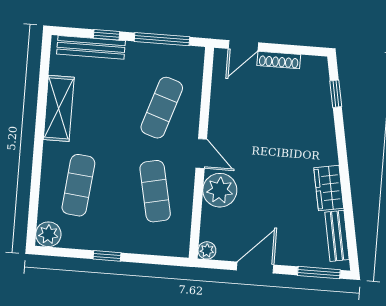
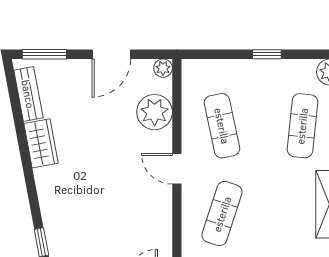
plant: (220, 190) -> (155, 112), moved

